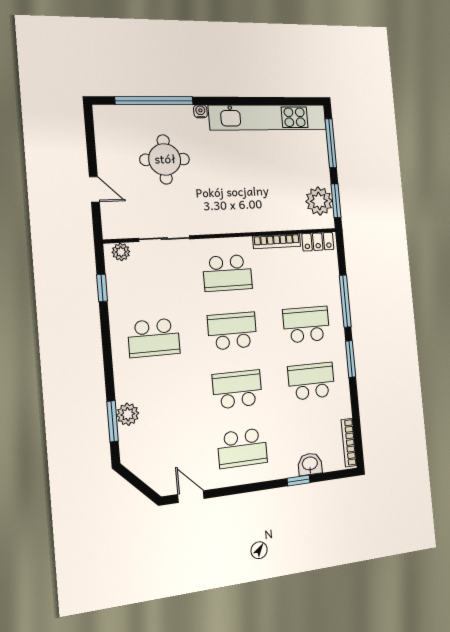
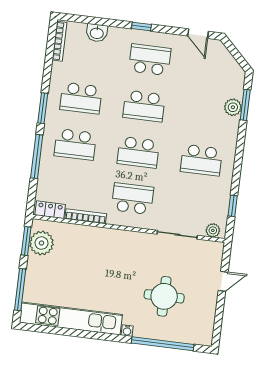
door: (94, 189) -> (223, 281), swing flipped
school desk: (154, 338) -> (201, 160), turned 180
window: (299, 480) -> (141, 27), moved

